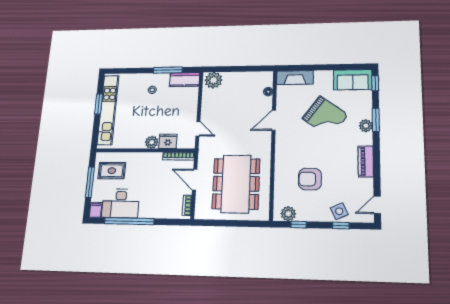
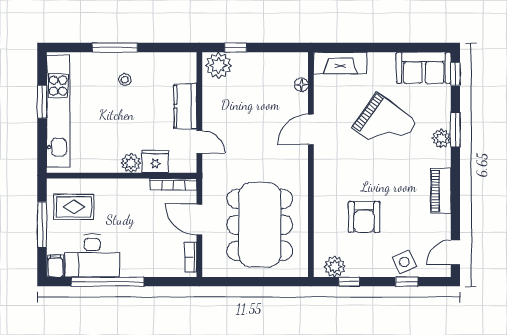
window: (225, 69) -> (236, 48), added
window: (168, 70) -> (115, 48), moved
kitchen counter: (185, 79) -> (185, 106), moved, turned 90
armchair: (310, 179) -> (364, 217), turned -90

